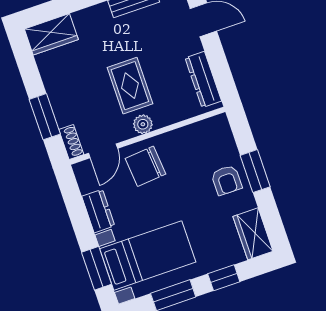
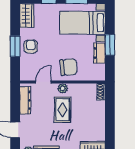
window: (45, 117) -> (110, 109), removed
door: (103, 151) -> (43, 82), moved
window: (97, 268) -> (110, 45), moved

